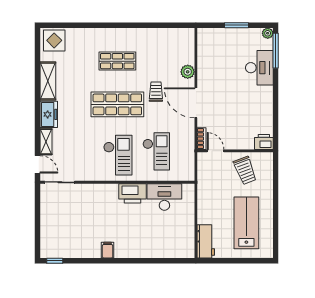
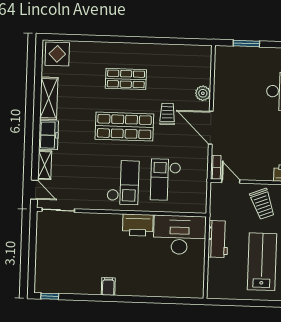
window: (237, 25) -> (246, 43), moved
checkout: (156, 151) -> (165, 180), turned 180
desk: (164, 197) -> (179, 235), width x1.36, depth x1.30
workbench: (206, 241) -> (218, 239), moved

